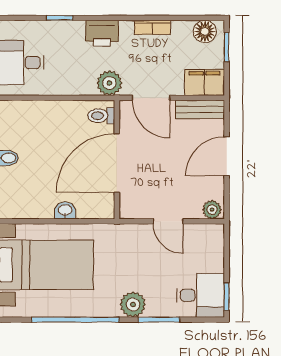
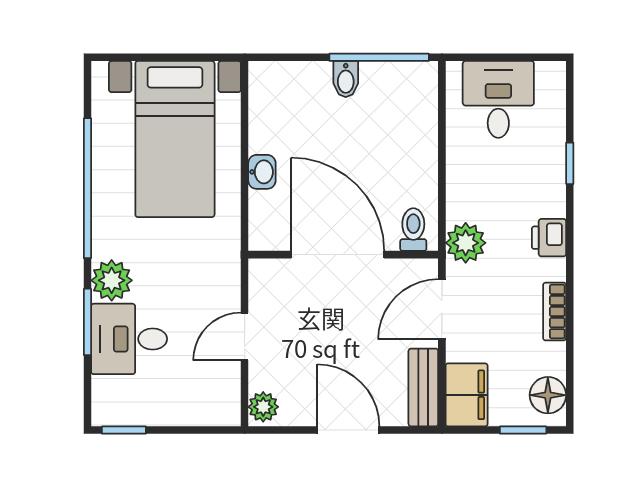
printer: (102, 33) -> (549, 238), width x0.73, depth x0.81
desk: (200, 295) -> (129, 339), moved, turned 90

